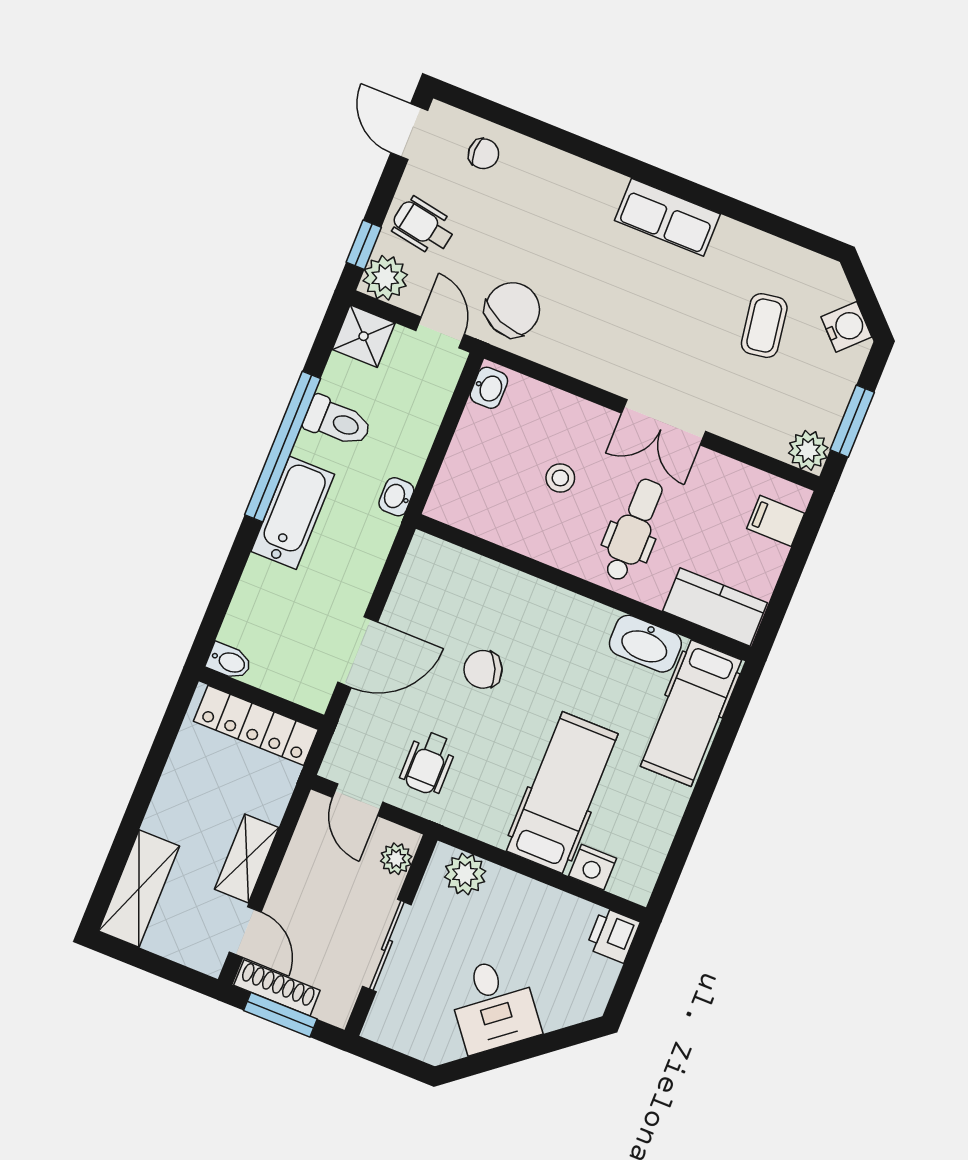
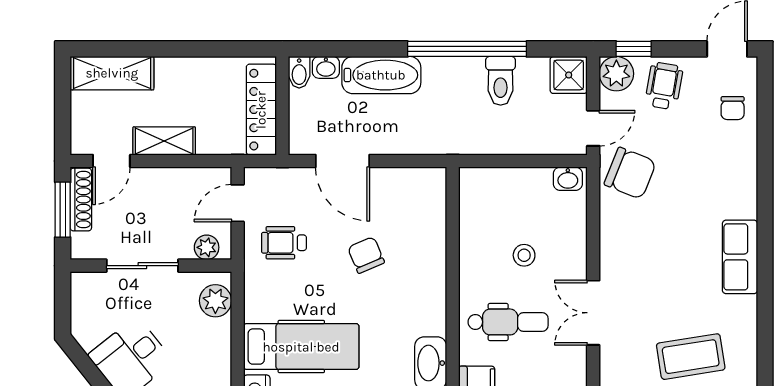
coffee table: (764, 326) -> (691, 357), width x1.36, depth x1.30
washbasin: (396, 497) -> (326, 67), moved, turned 180
bathtub: (293, 513) -> (381, 75), moved

